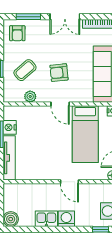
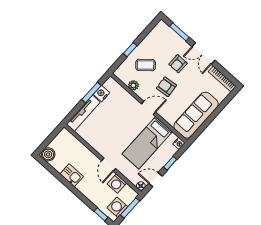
armchair: (17, 33) -> (178, 64), moved
door: (60, 104) -> (149, 108), swing flipped
washing machine: (66, 219) -> (117, 183), moved, turned 180

